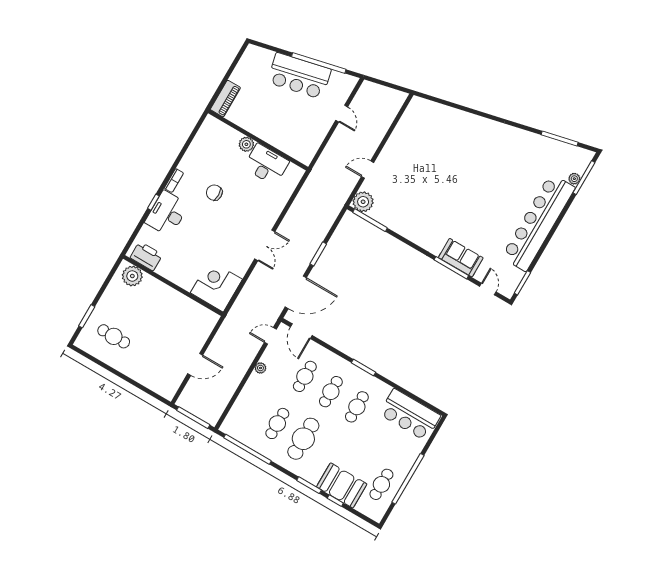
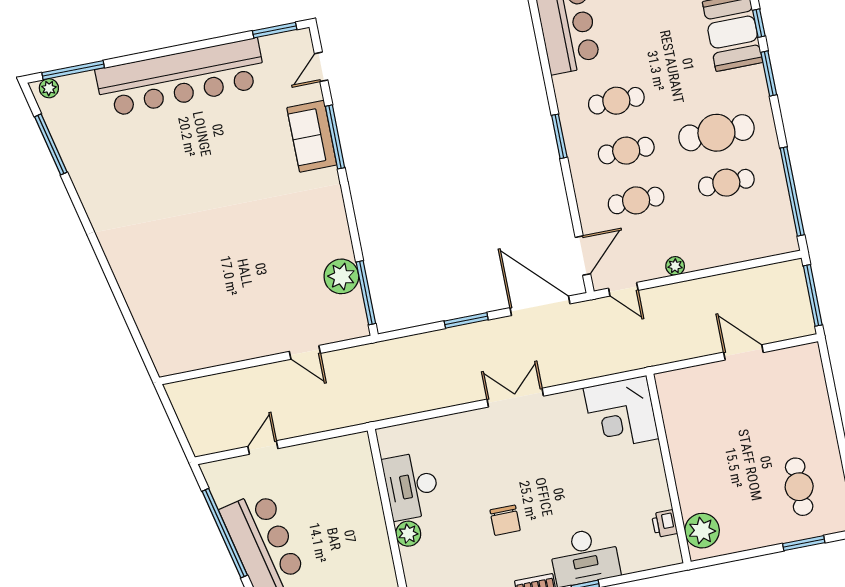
plant: (574, 179) -> (49, 88), moved
plant: (363, 202) -> (341, 276), moved
printer: (146, 256) -> (665, 524), width x0.53, depth x0.68

